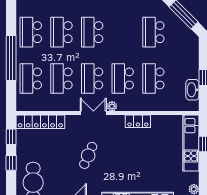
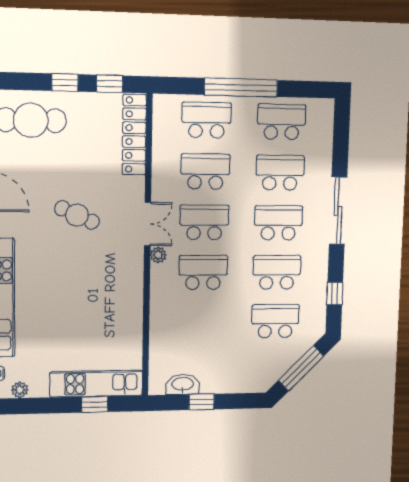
school desk: (153, 78) -> (277, 272), moved
locker: (138, 121) -> (133, 297), removed

